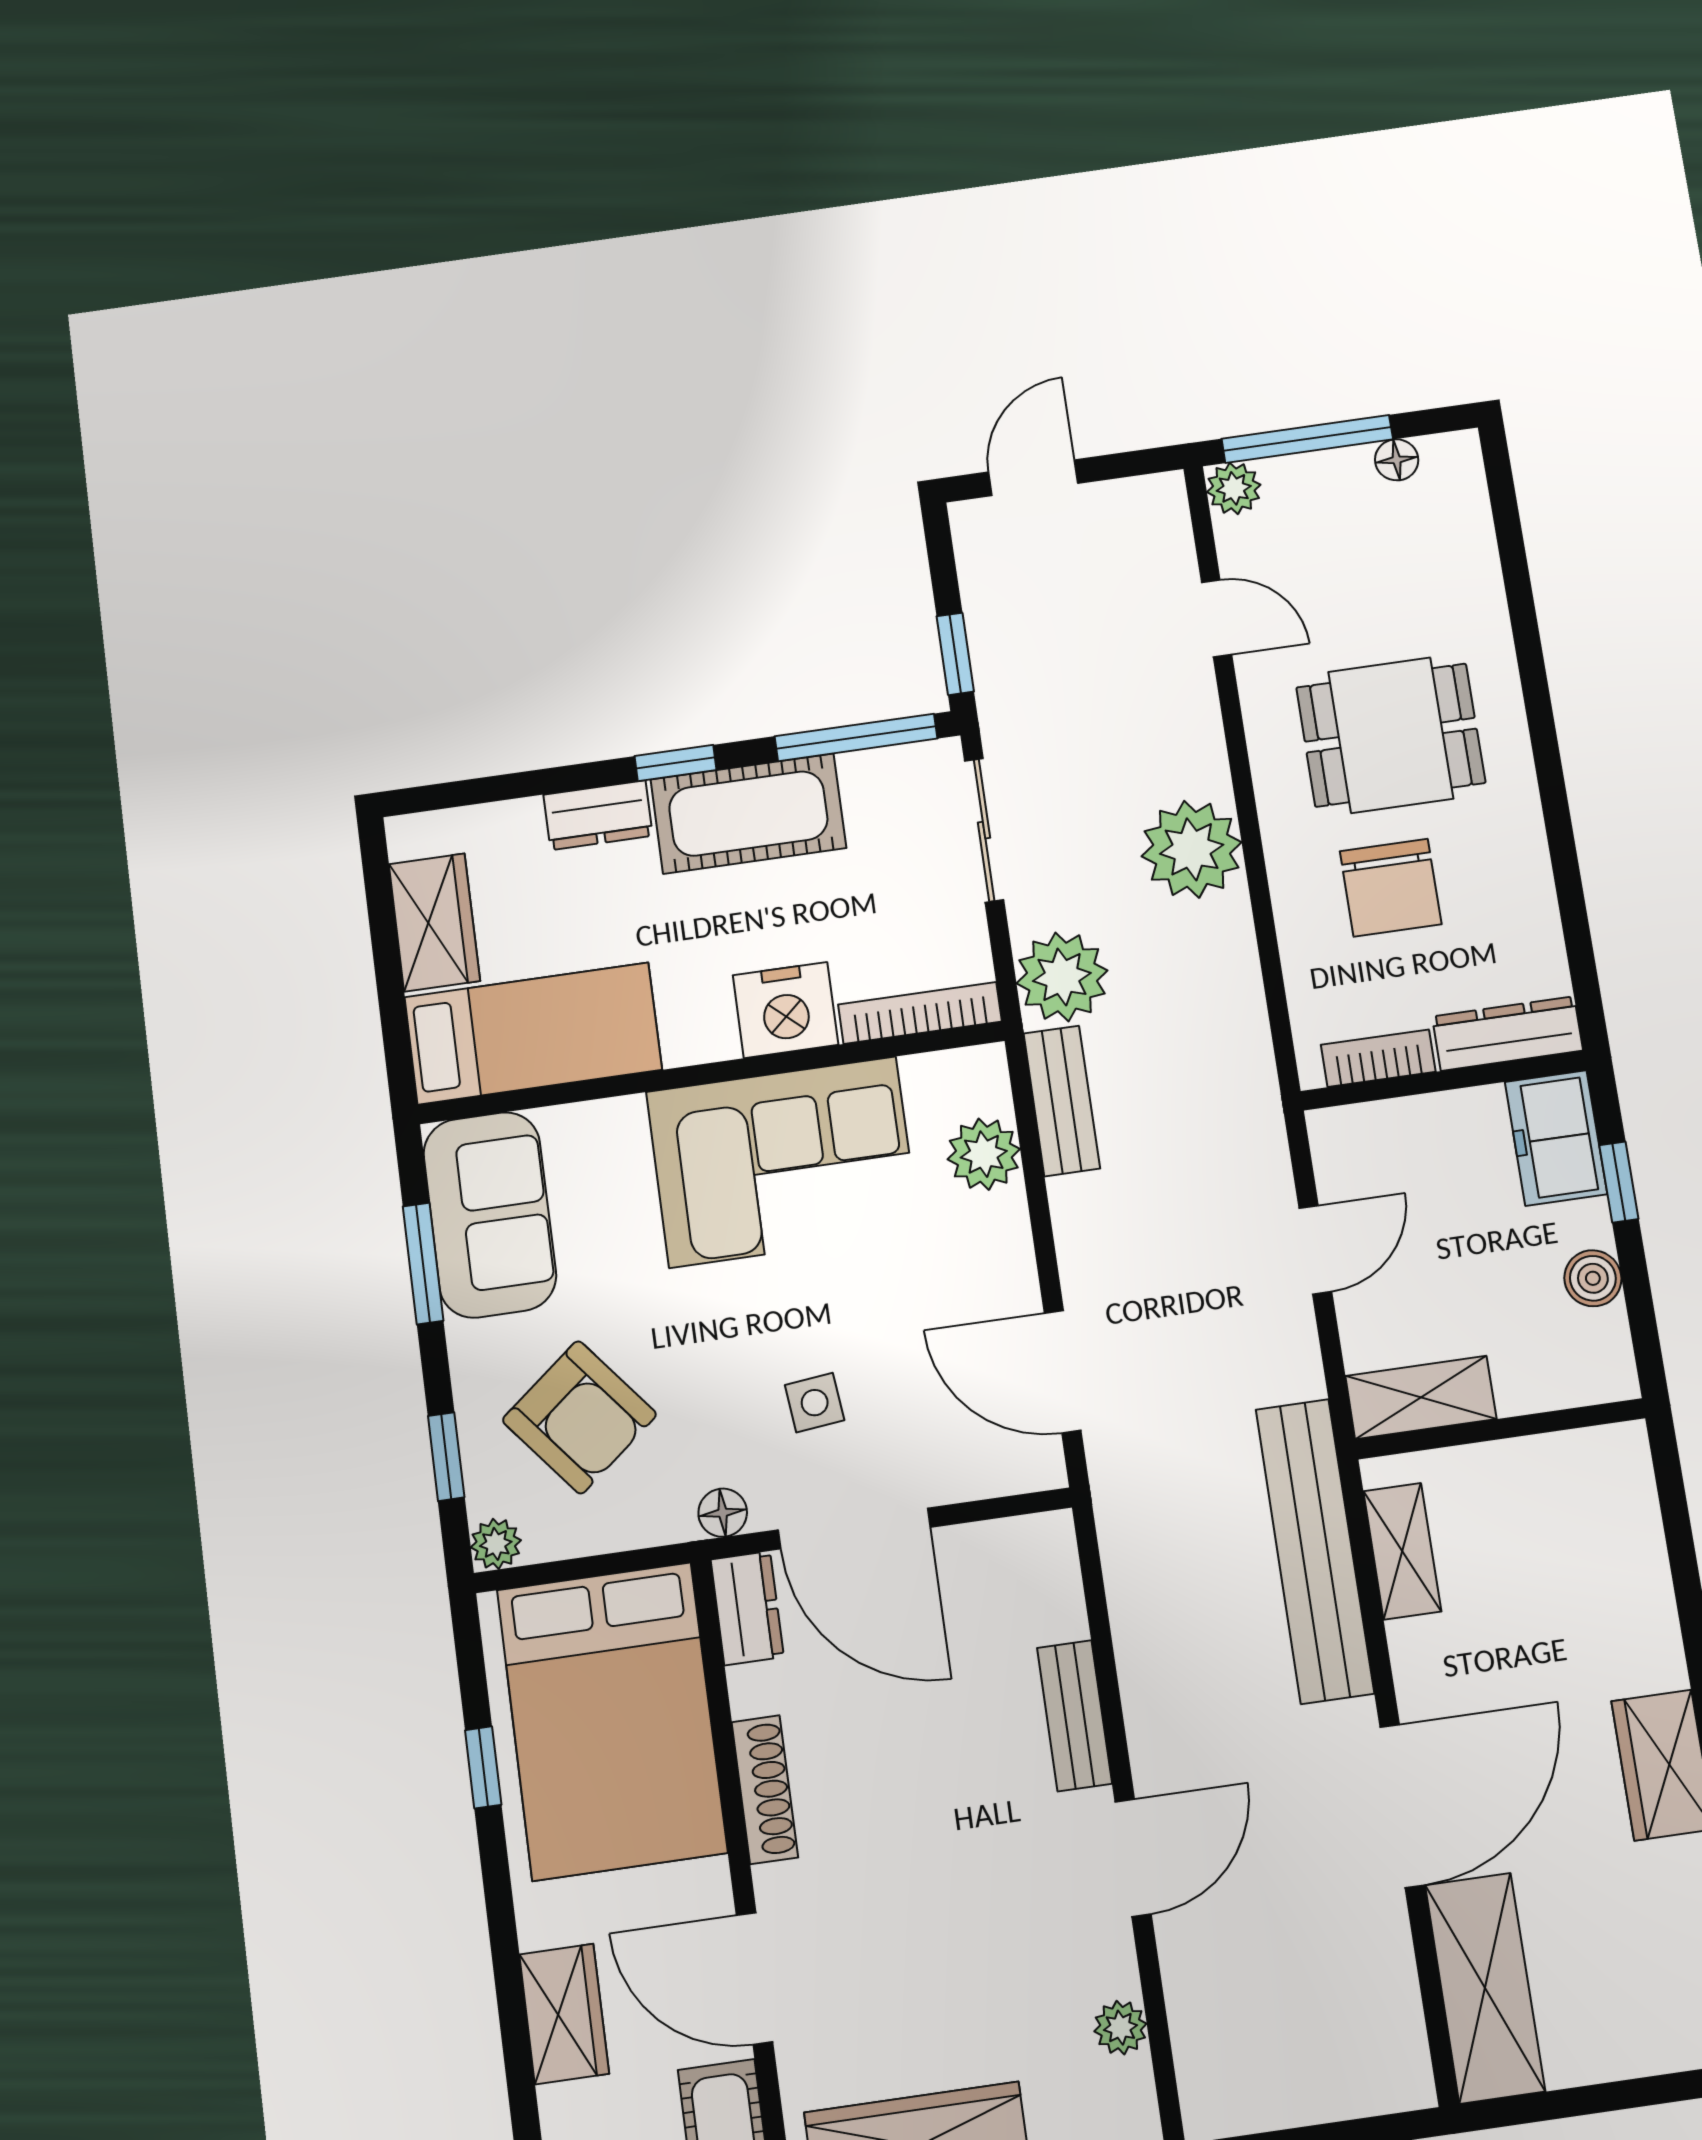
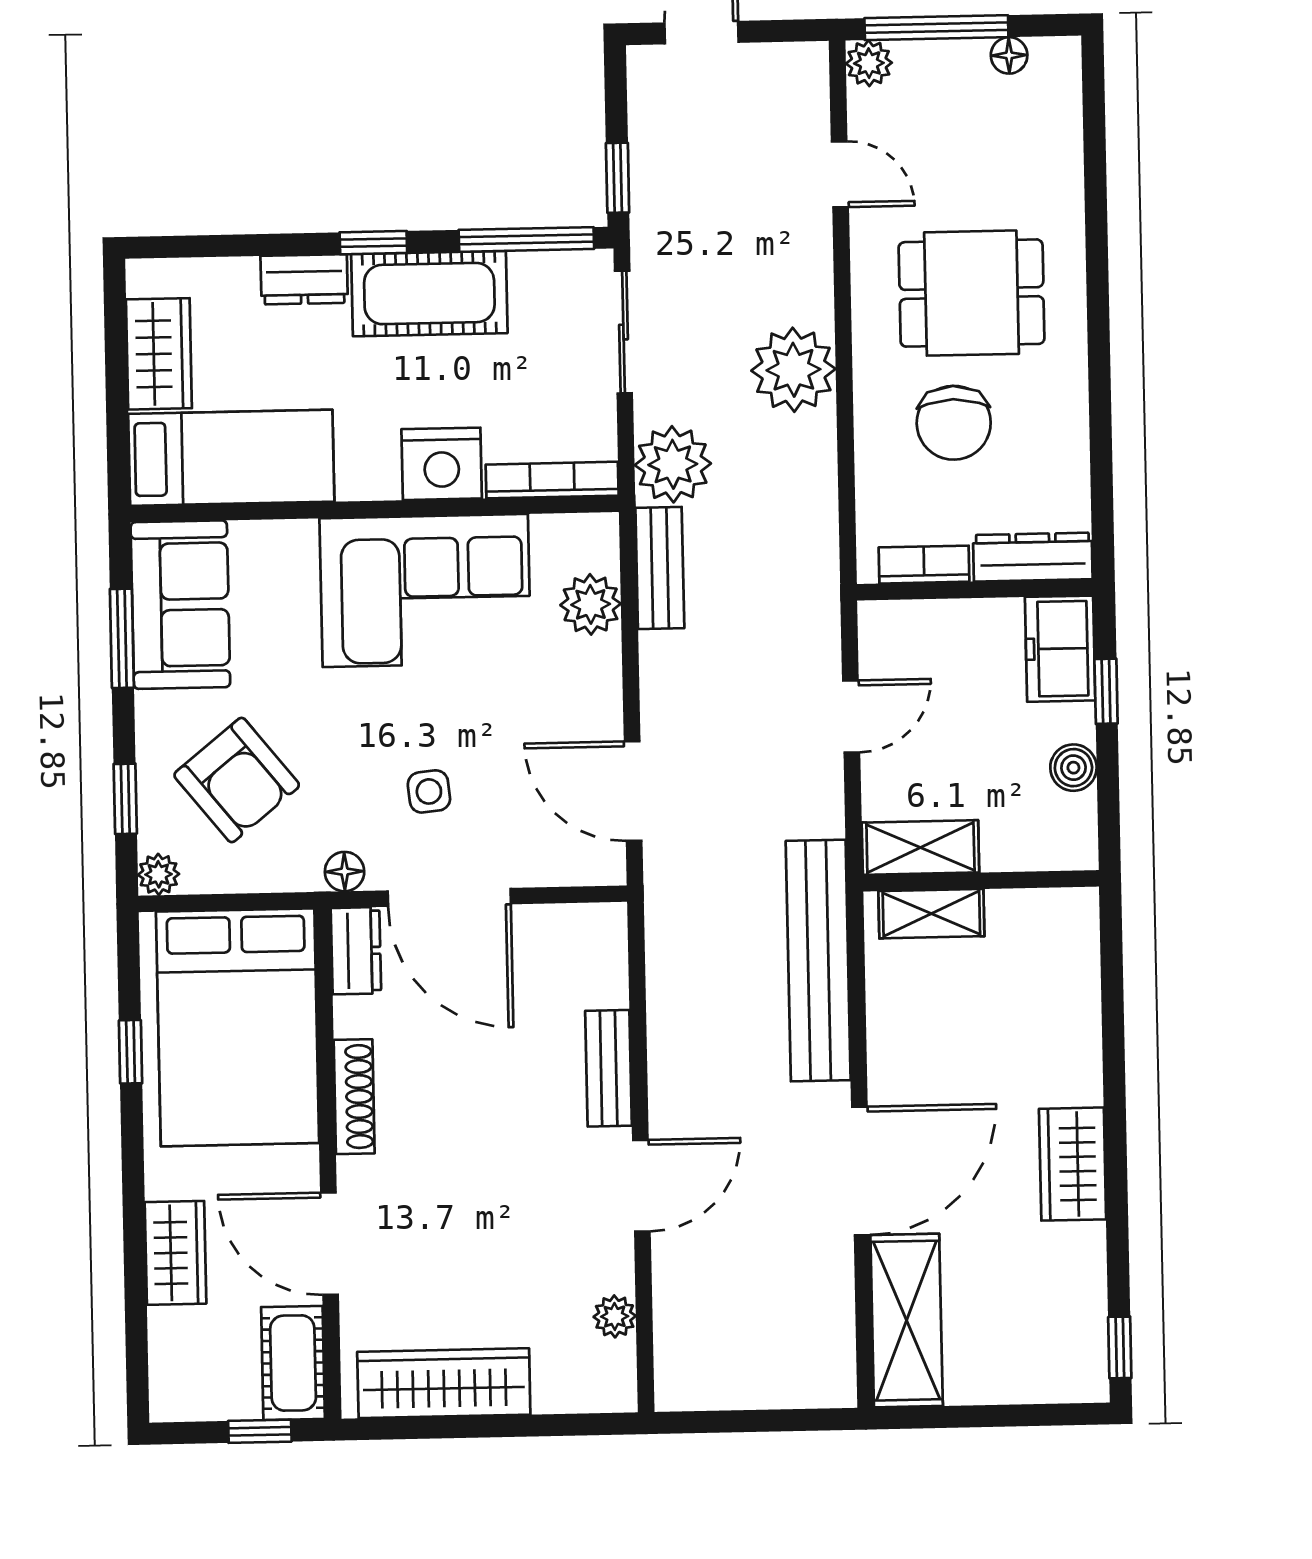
shelving: (1402, 1551) -> (931, 914), moved, turned 90

